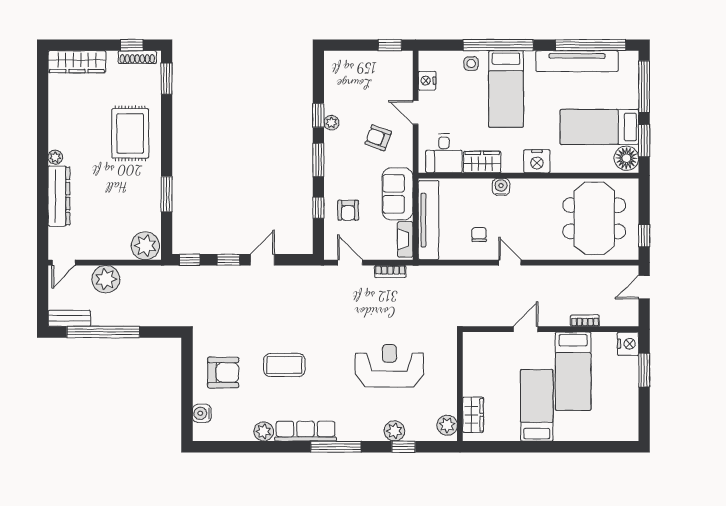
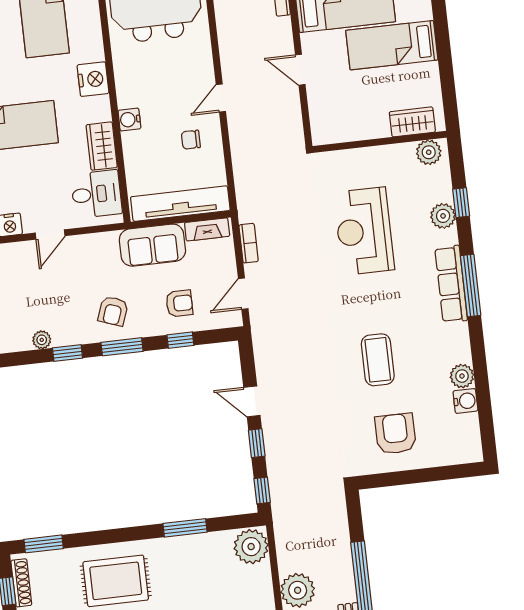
plant: (331, 123) -> (42, 340), moved
armchair: (378, 138) -> (113, 311), moved
water cooler: (202, 413) -> (465, 401), moved, turned -90
row of seats: (306, 431) -> (451, 284), moved

